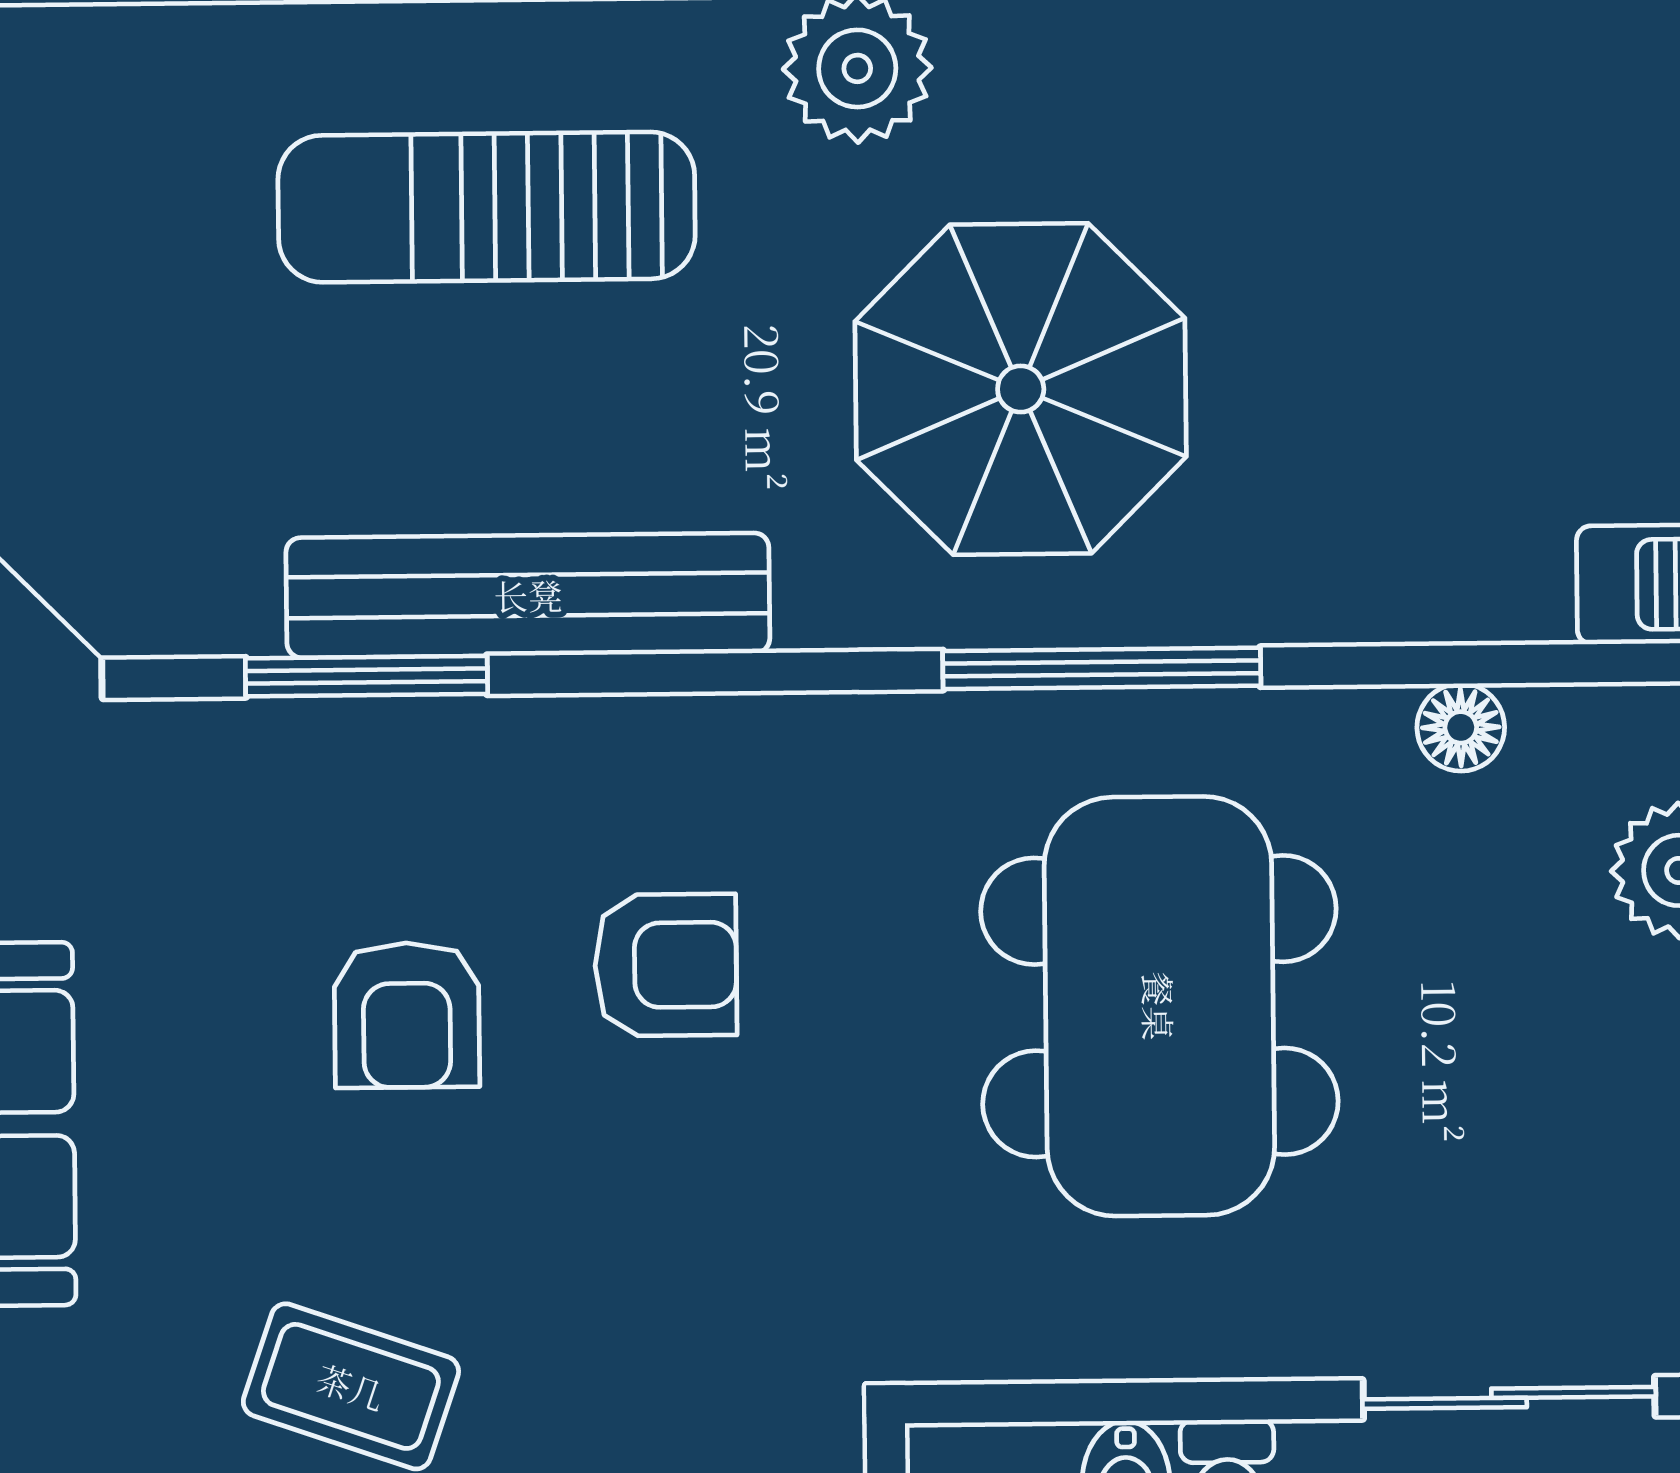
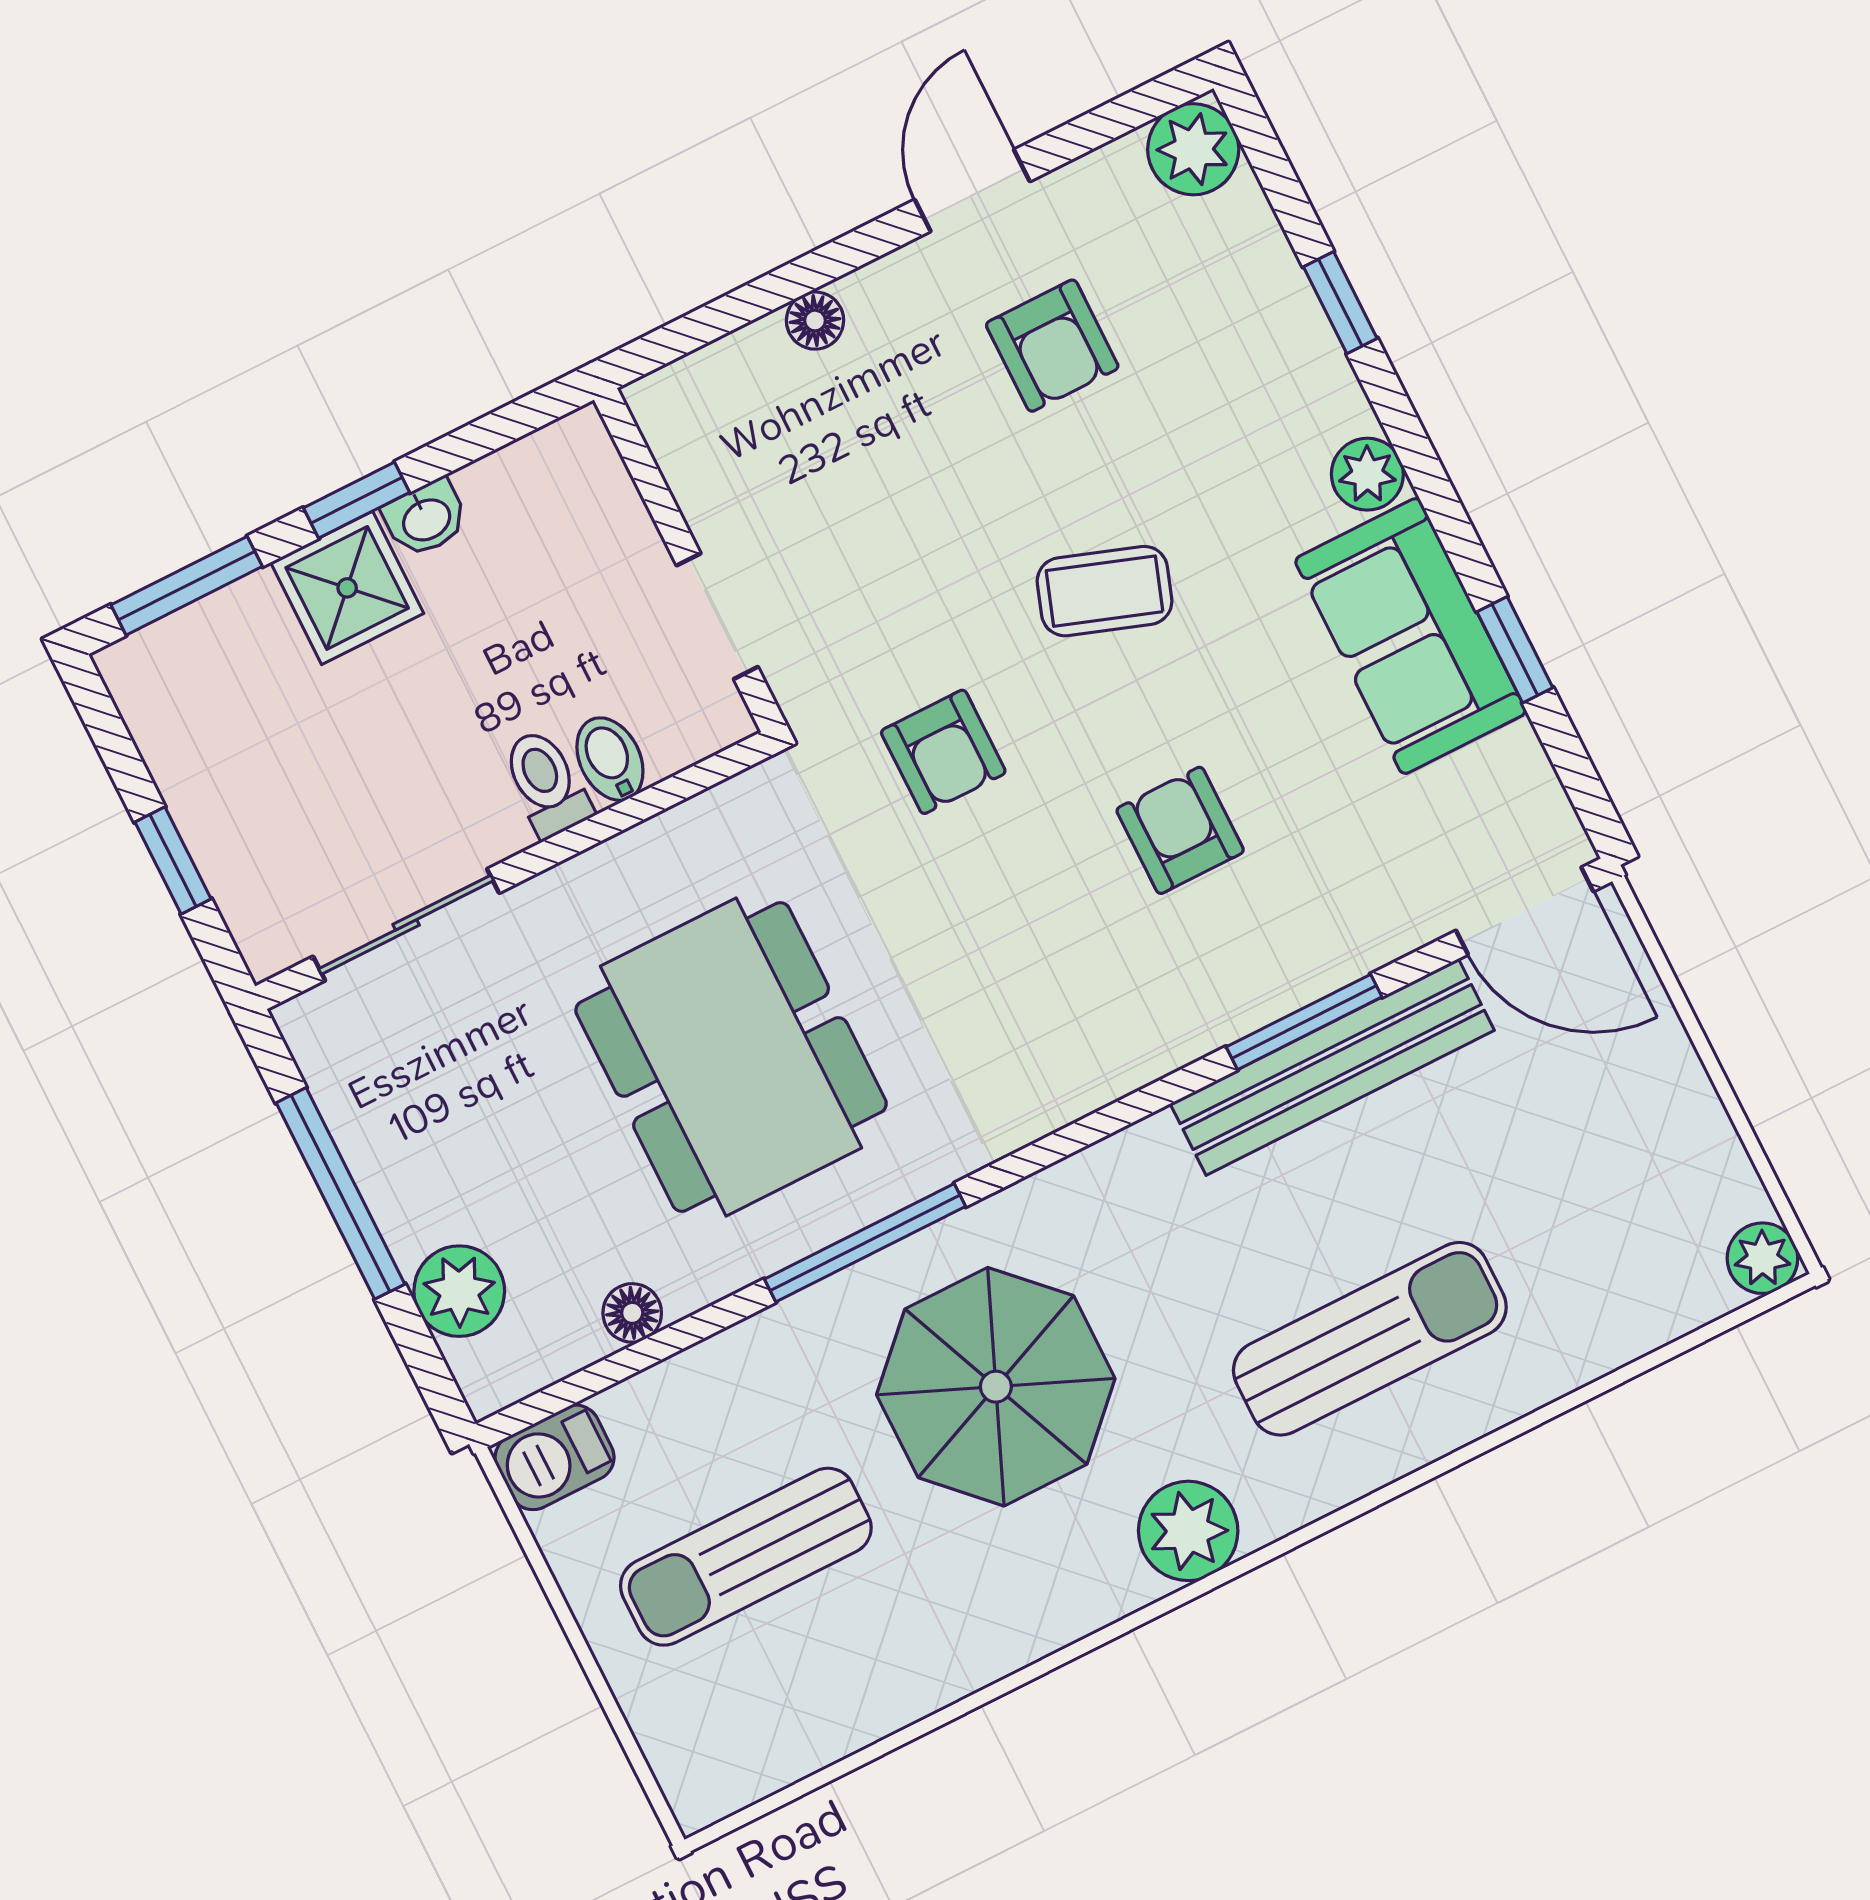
sun lounger: (1469, 325) -> (746, 1557), added
bench: (528, 595) -> (1332, 1067), moved
armchair: (666, 965) -> (943, 752), moved, turned -90

